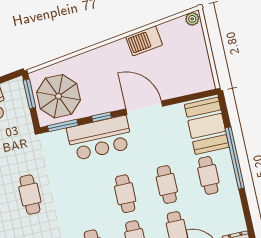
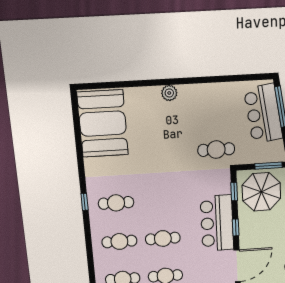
window: (63, 125) -> (234, 192), width x0.67
cafe table: (30, 195) -> (216, 150), moved

